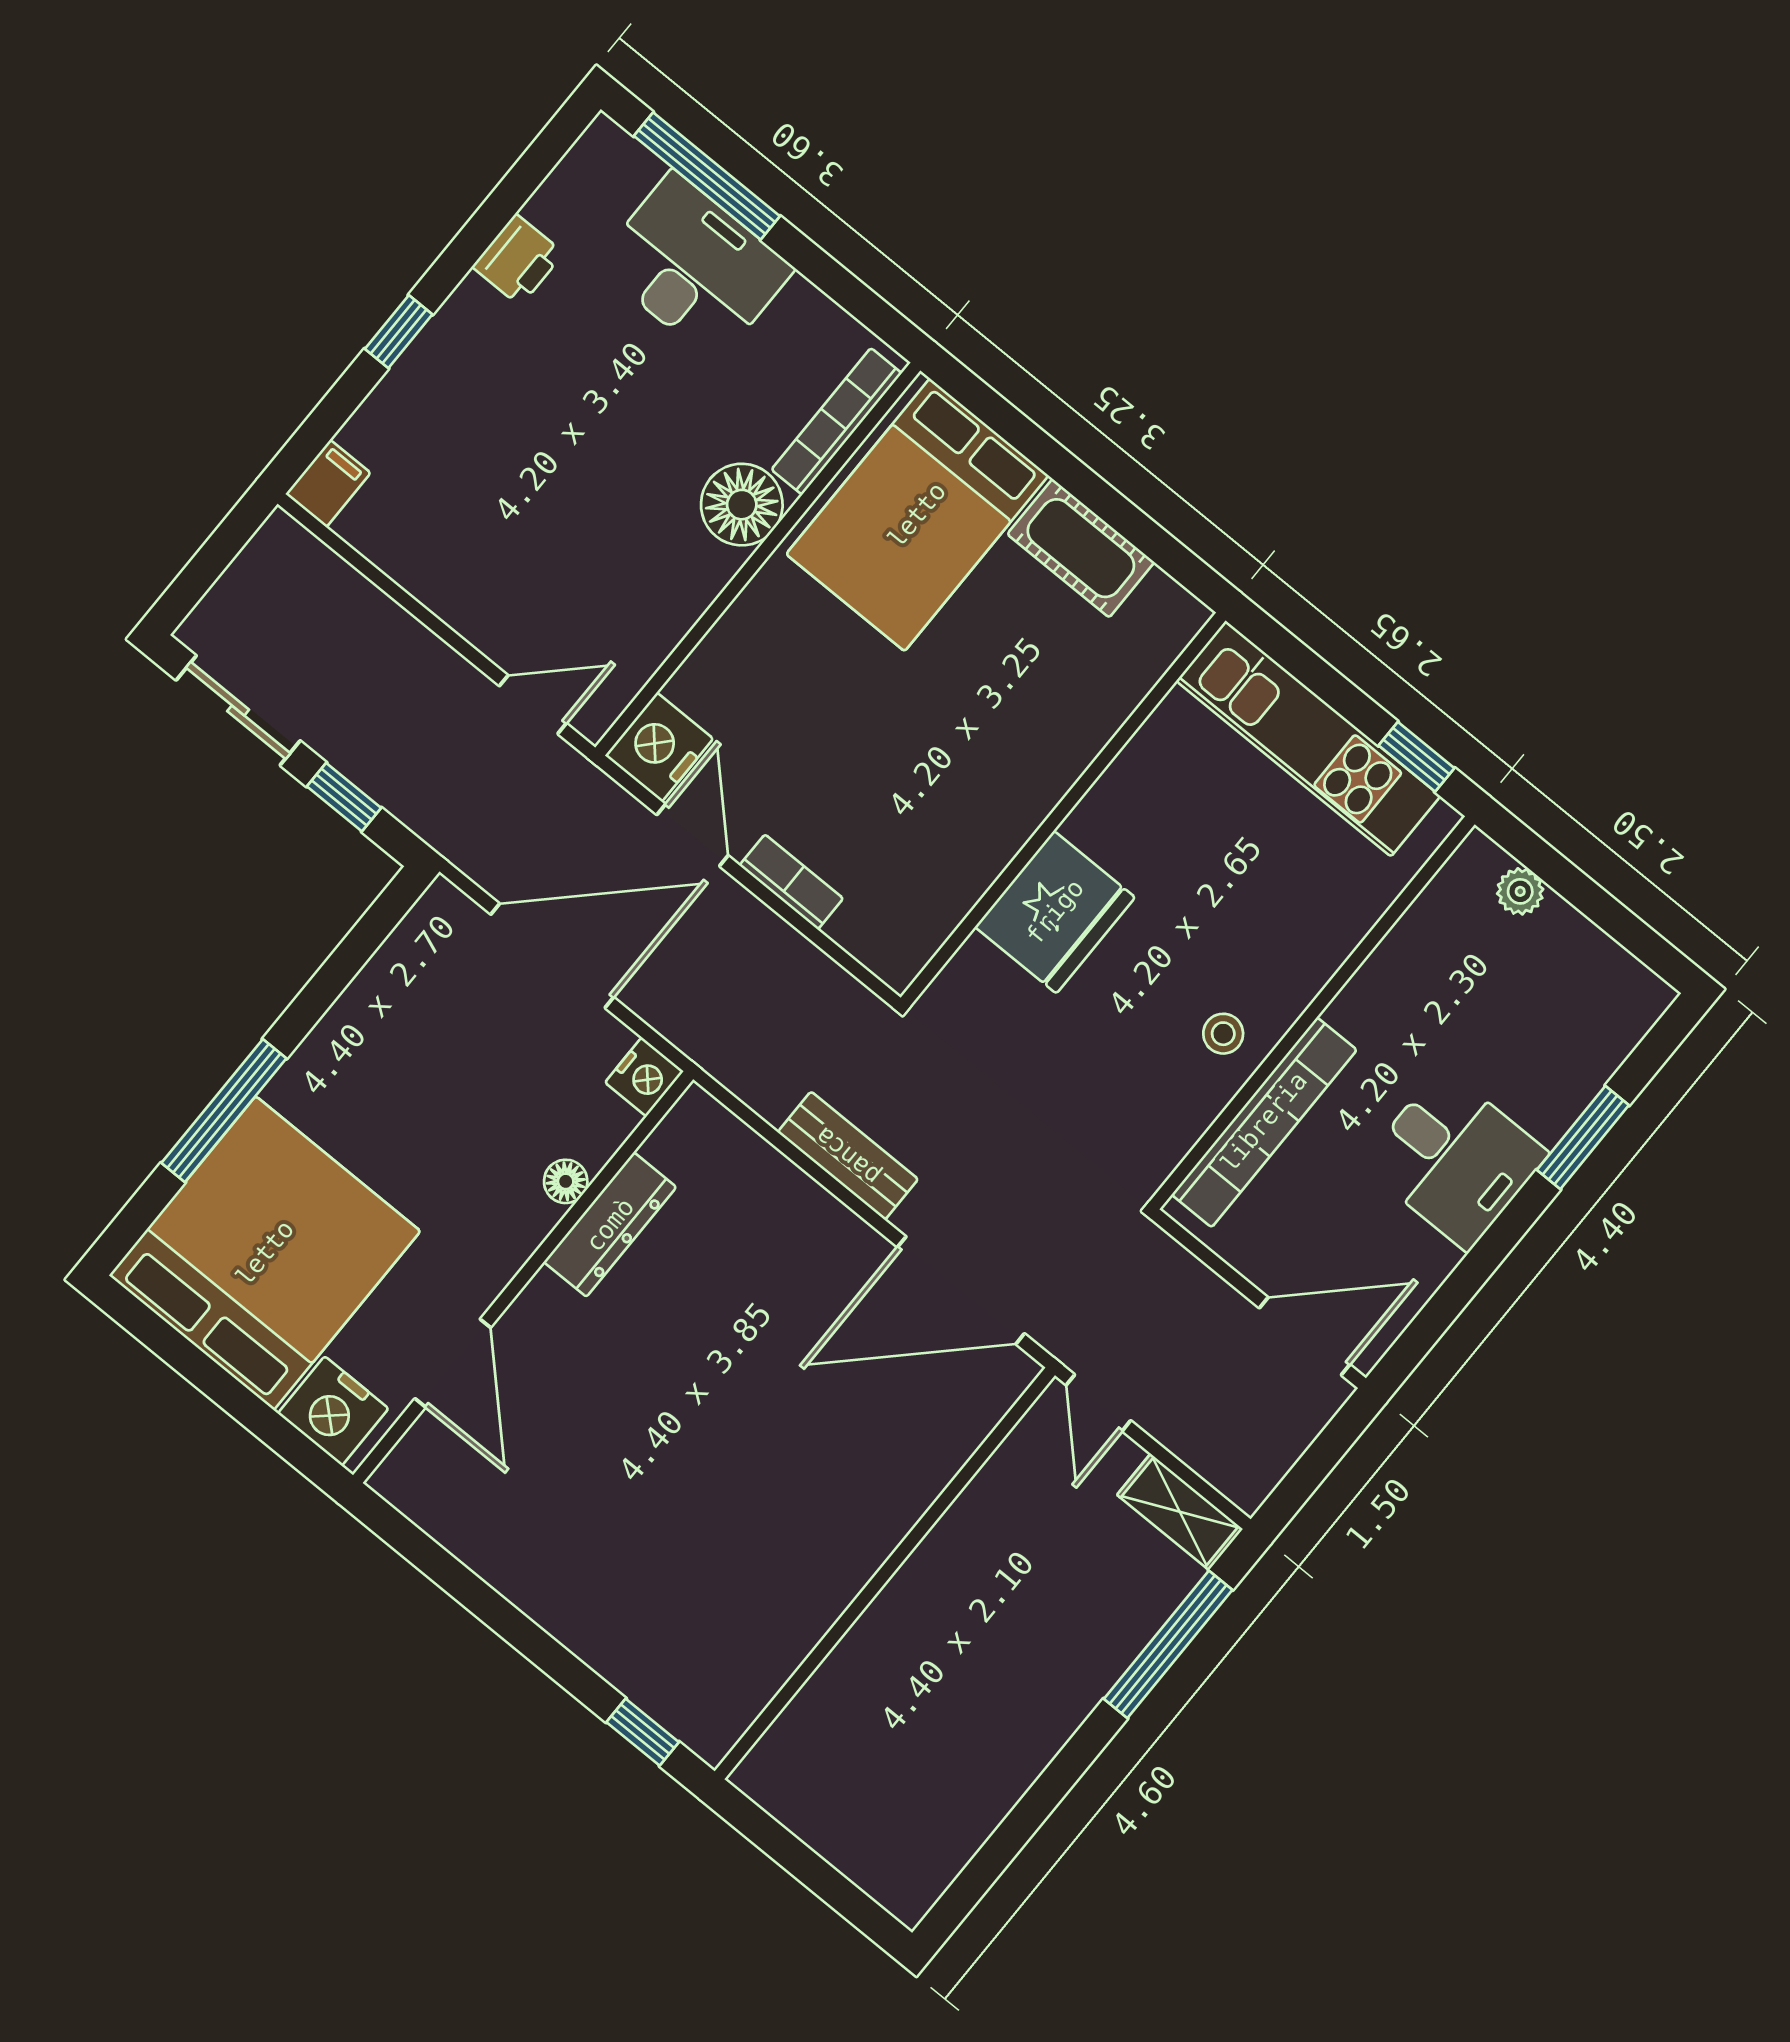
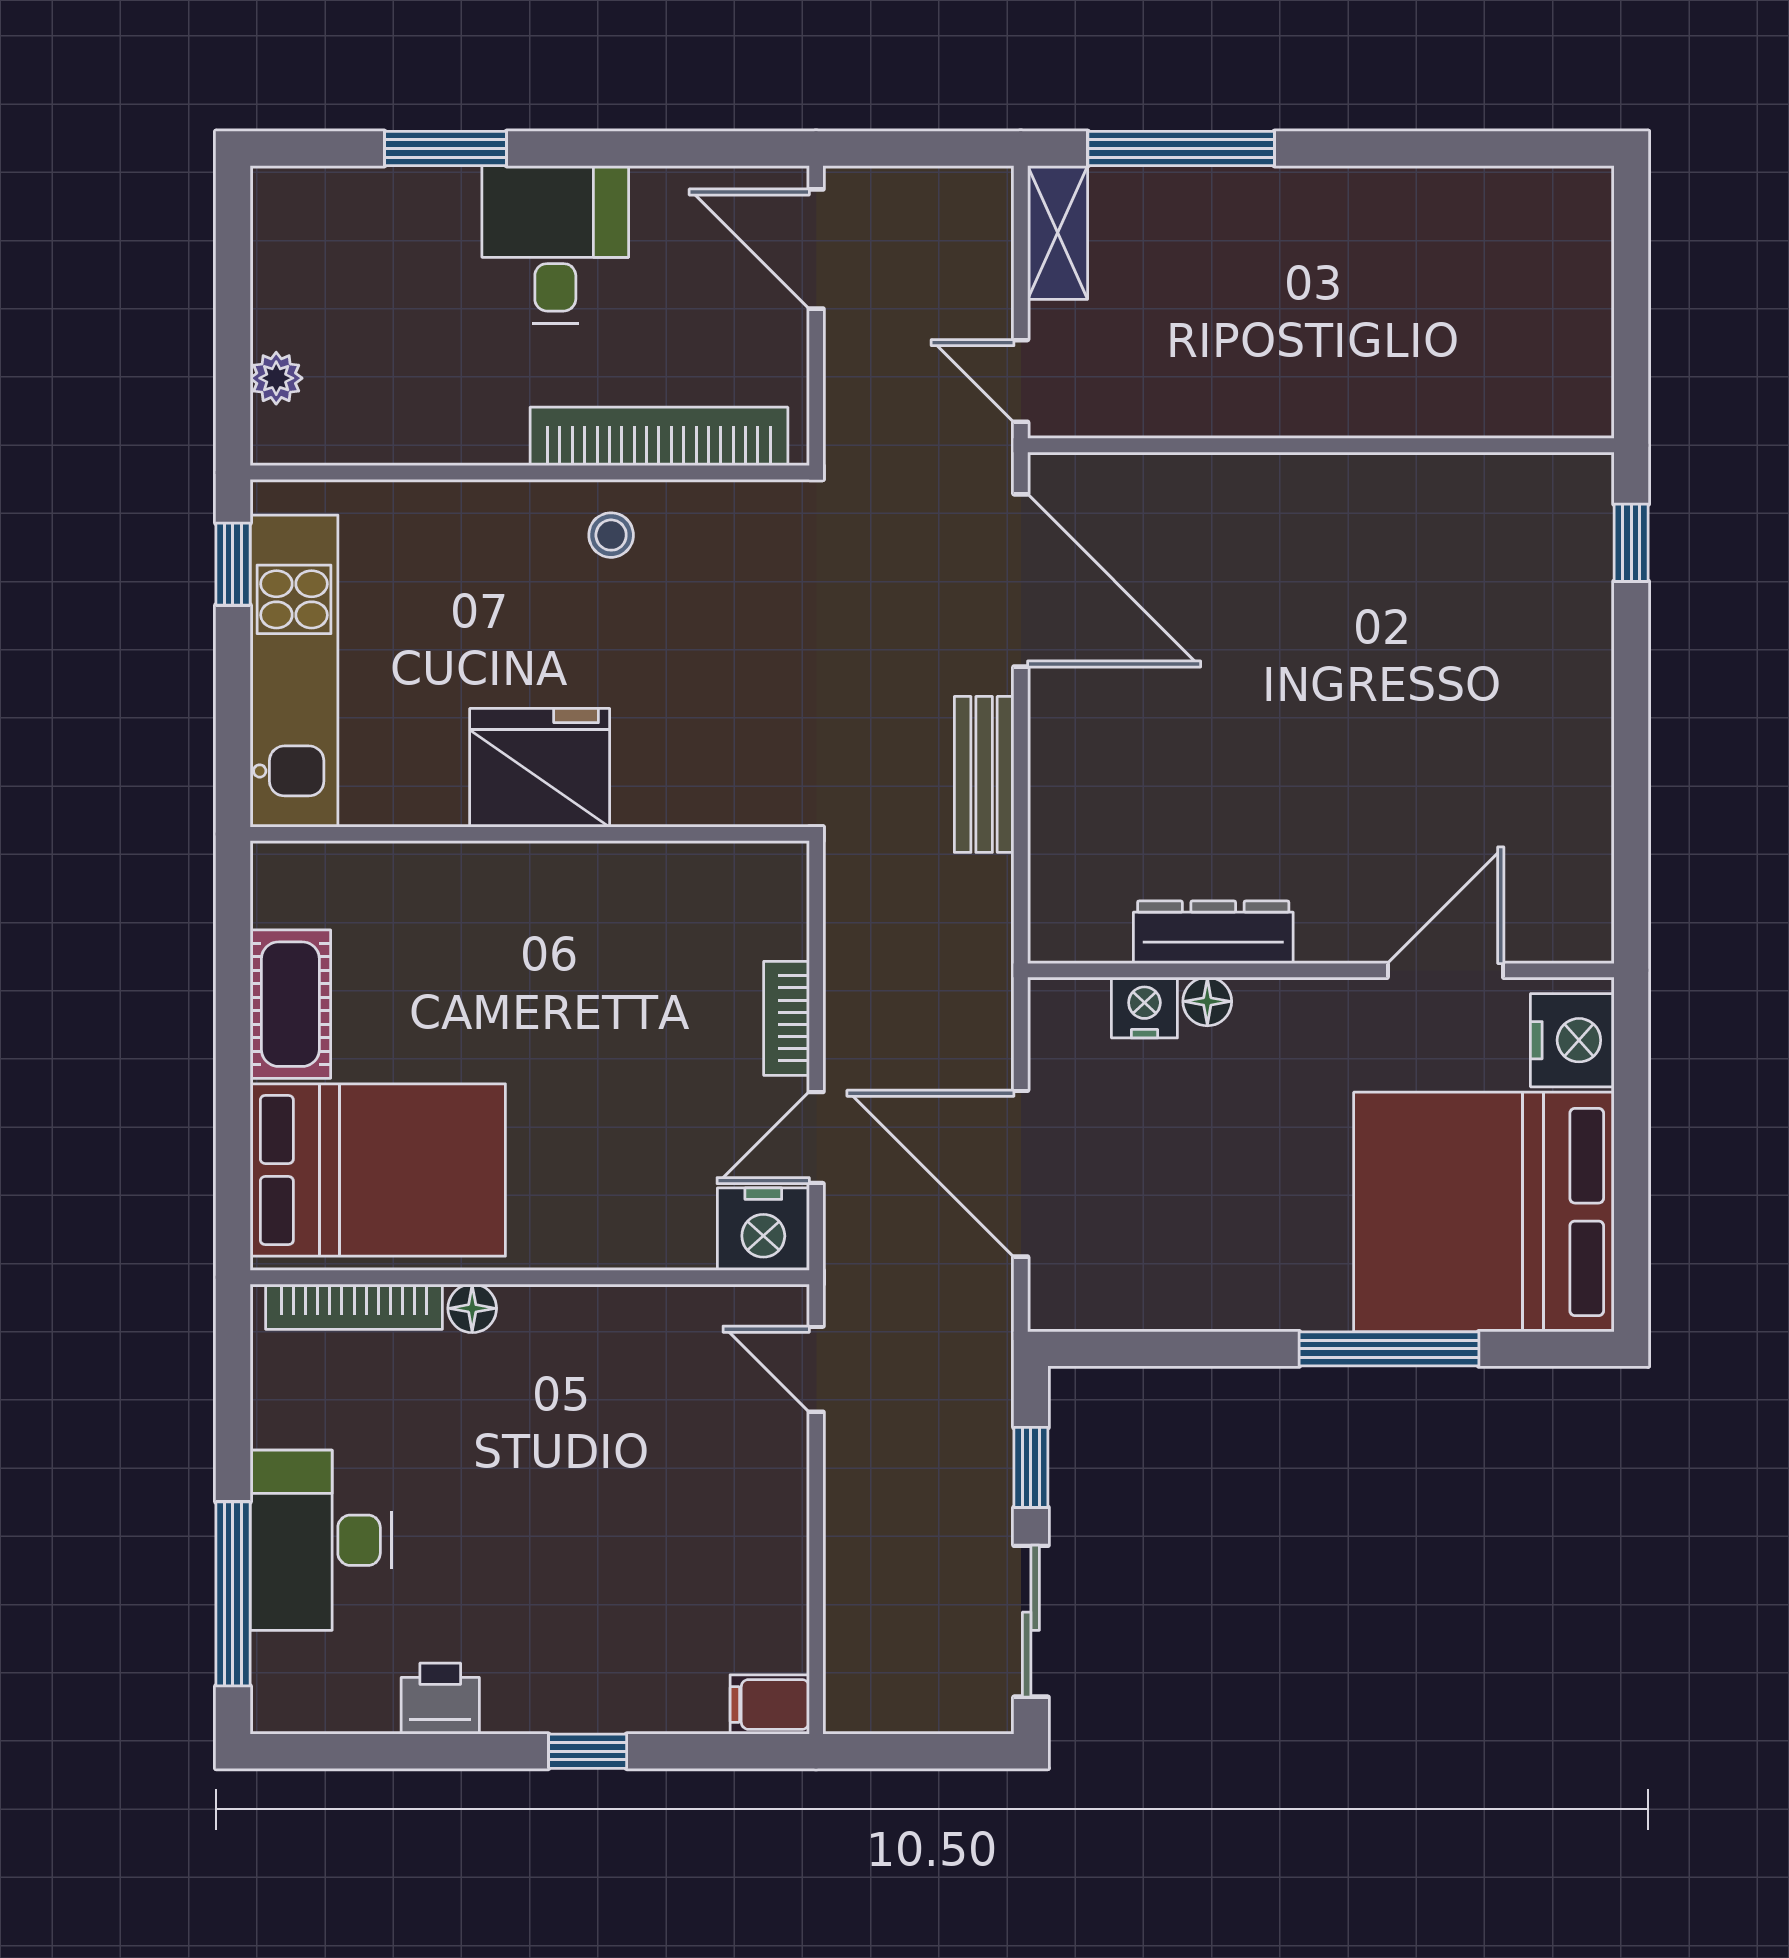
floor lamp: (742, 505) -> (472, 1308), width x0.53, depth x0.53
fridge: (1055, 912) -> (540, 768), moved
nightstand: (644, 1077) -> (1144, 1008), moved
door: (1098, 1403) -> (1021, 381), swing flipped

